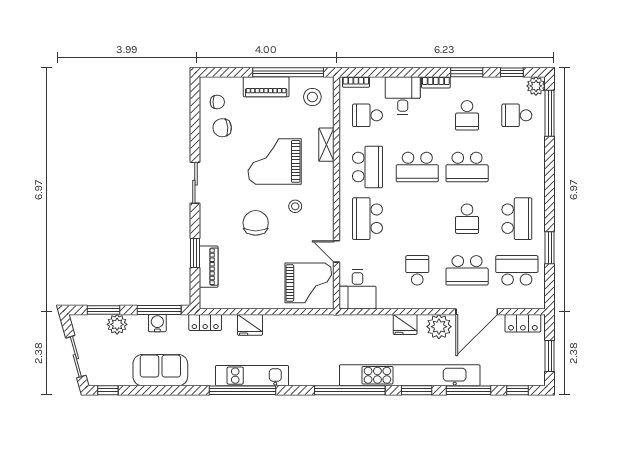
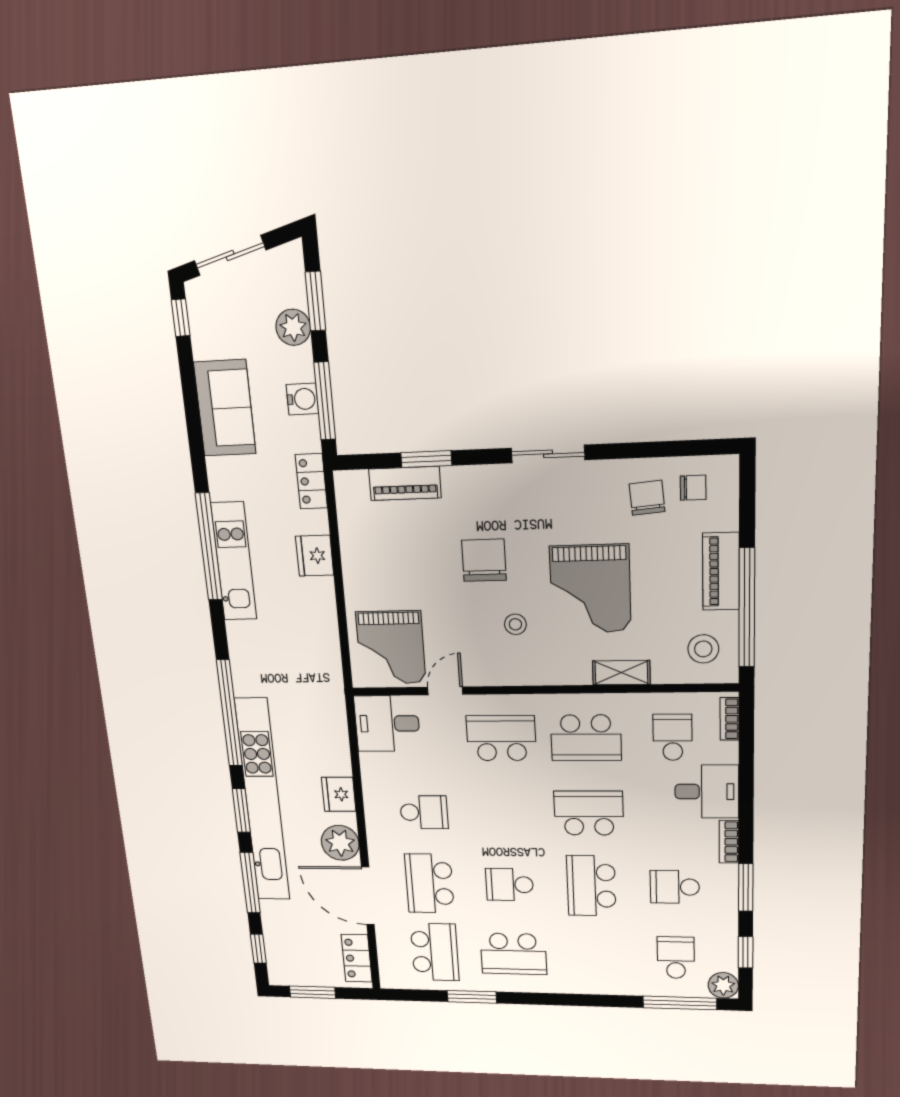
chair: (217, 102) -> (693, 488), turned -90
grand piano: (275, 161) -> (590, 589), turned 180
school desk: (417, 167) -> (589, 813), turned 90
chair: (256, 223) -> (484, 560), turned -90

